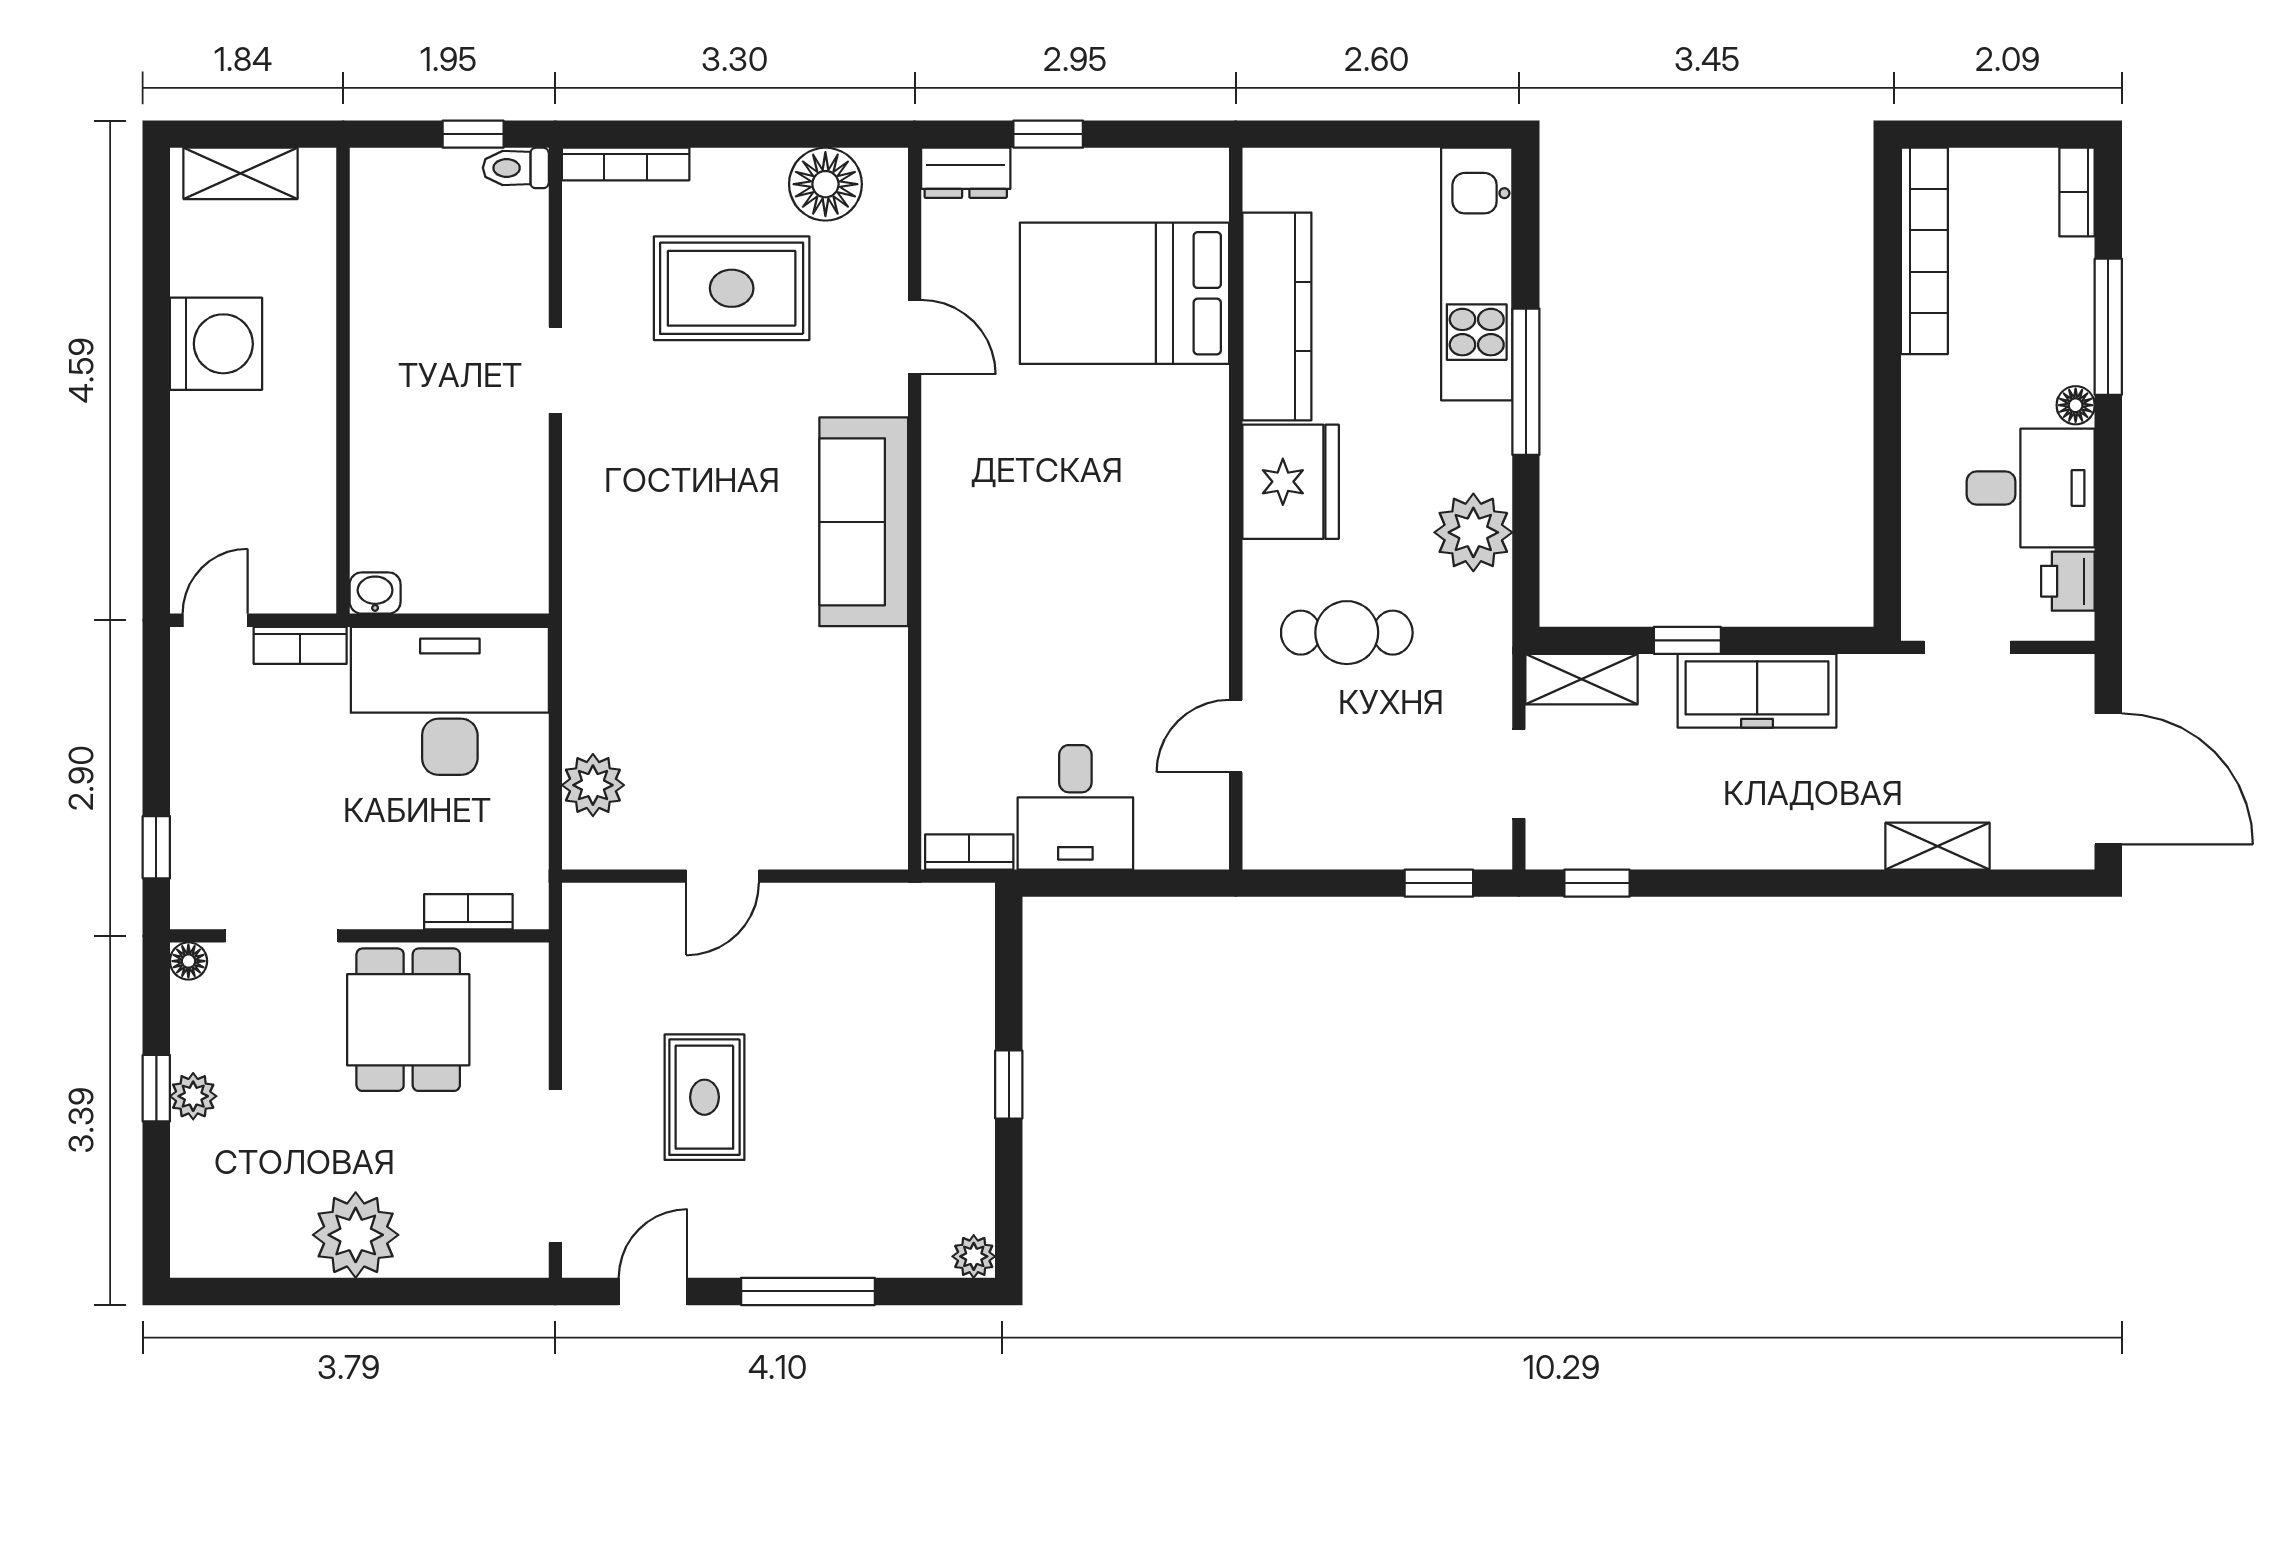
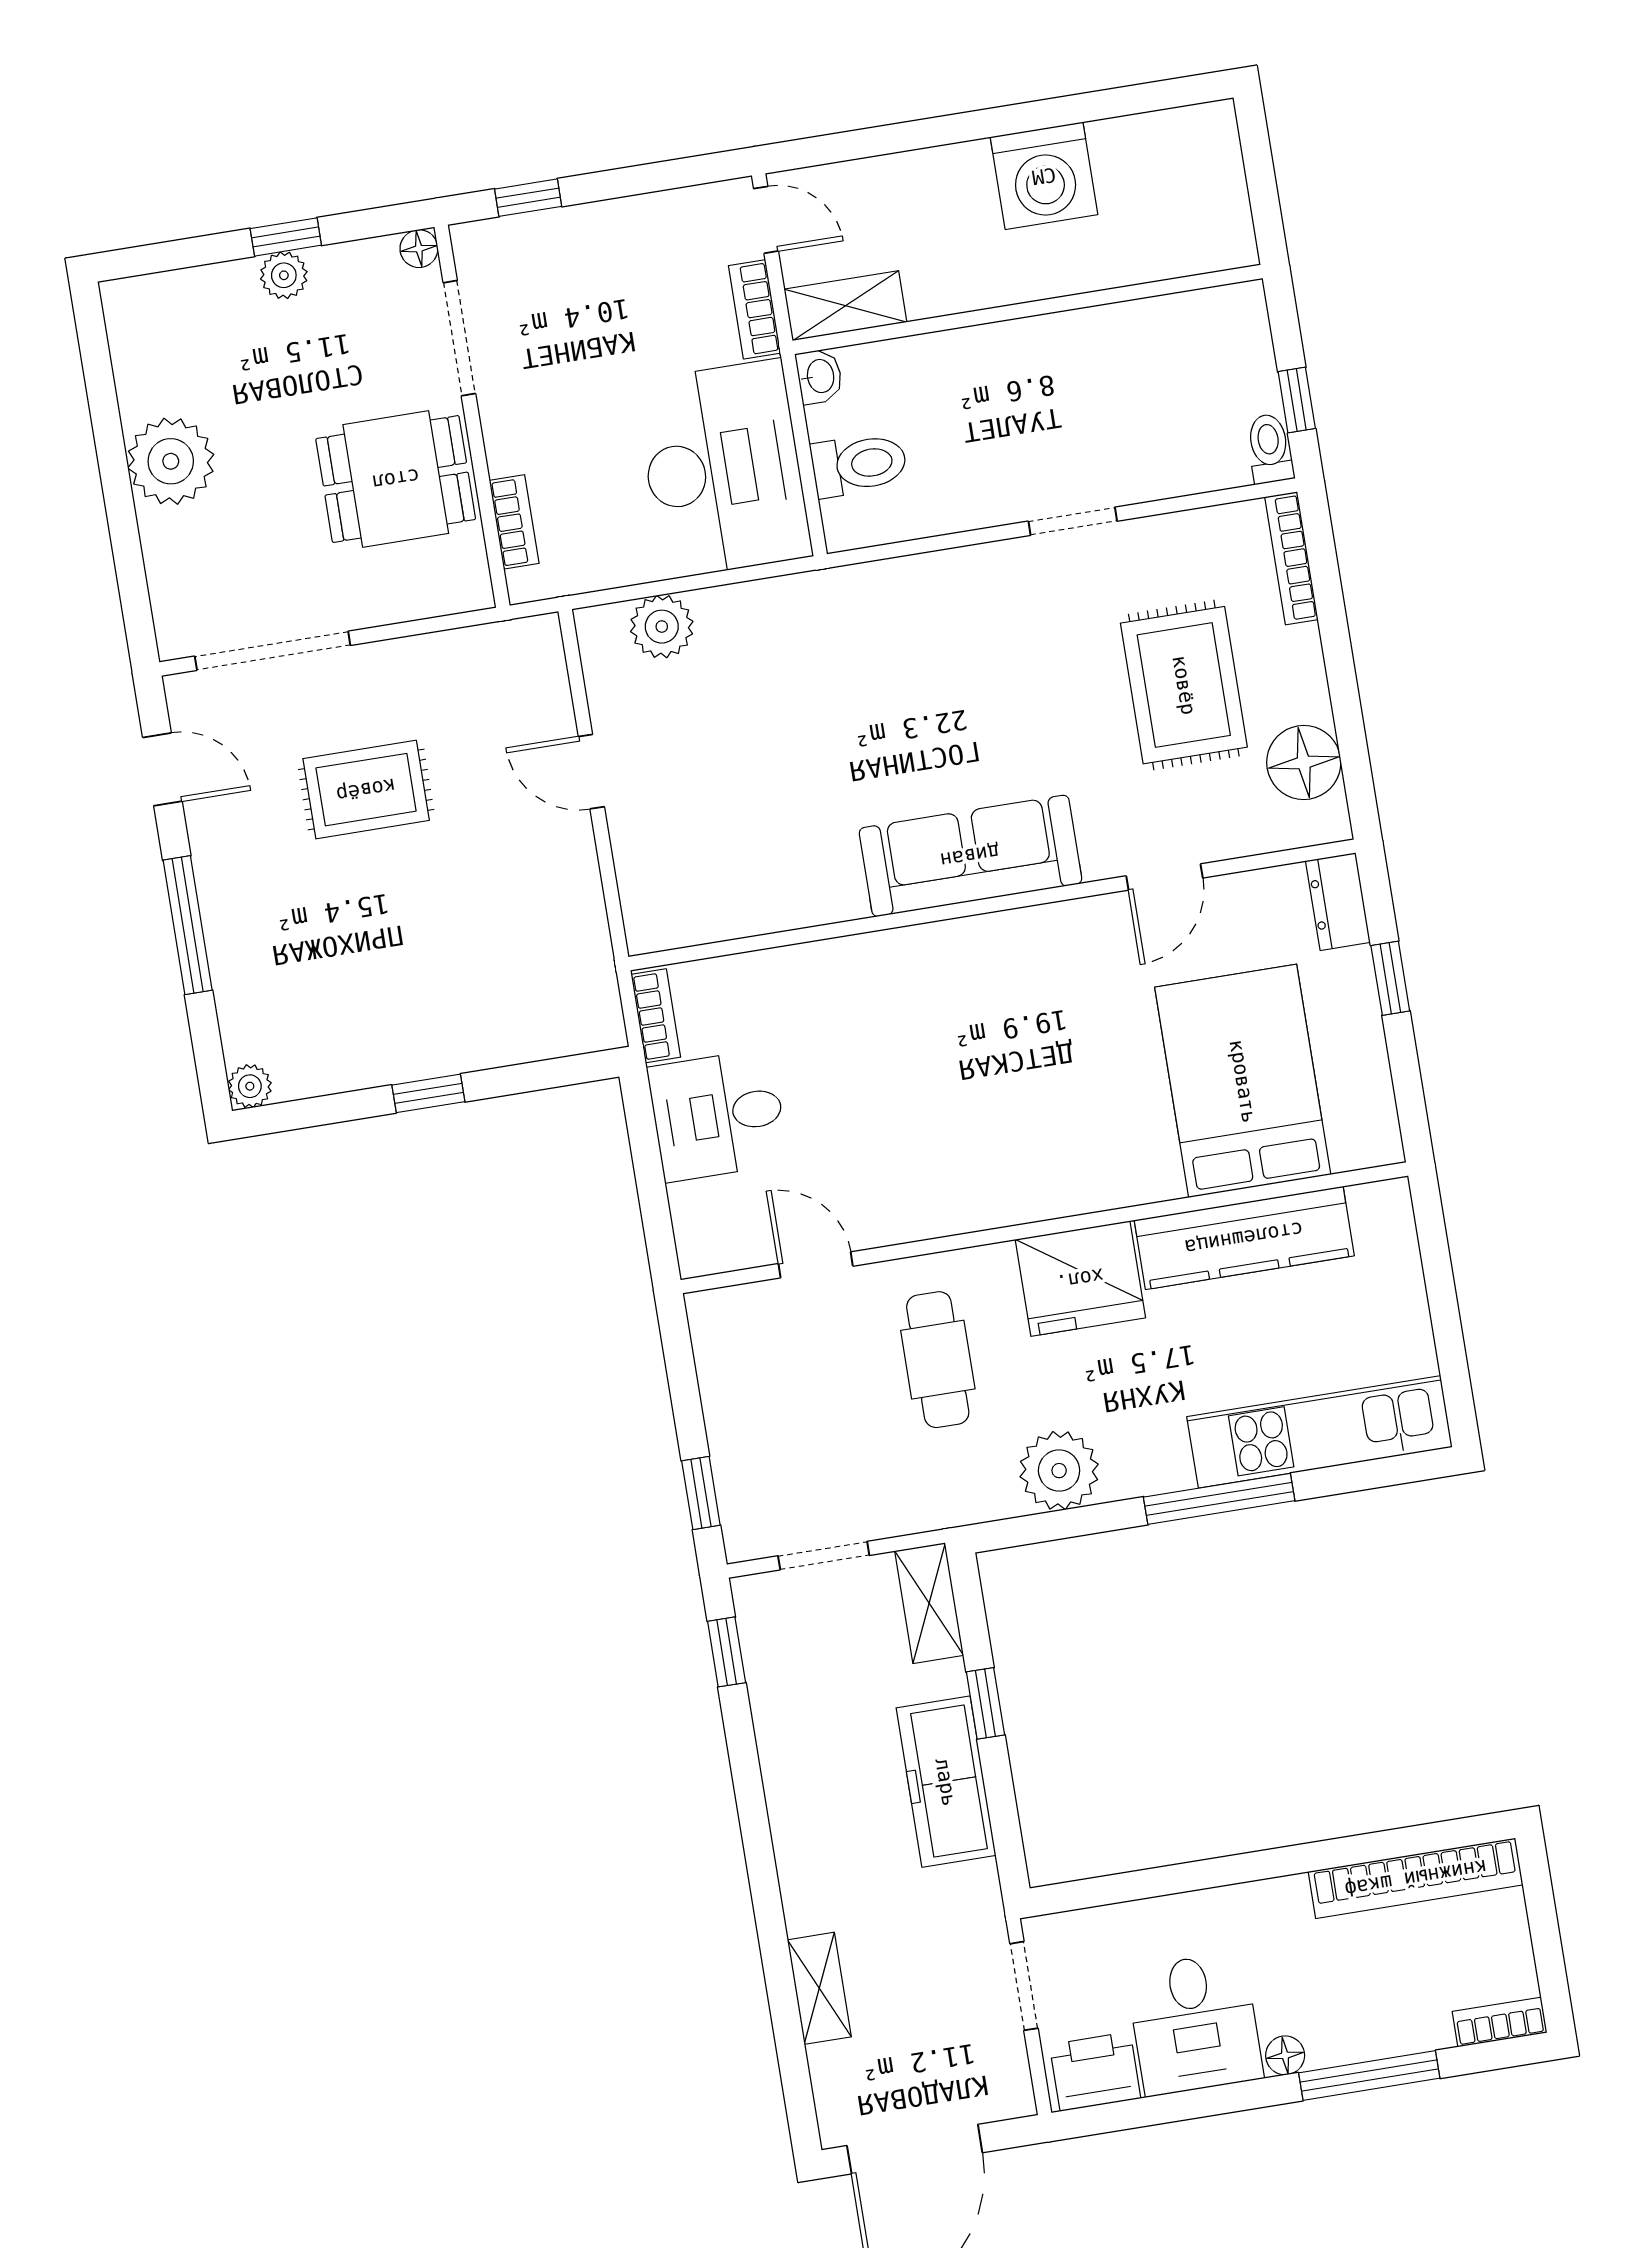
shelving: (240, 173) -> (845, 306), moved, turned 90
toilet: (467, 568) -> (859, 465), added
printer: (2068, 581) -> (1095, 2072), width x1.36, depth x1.24

